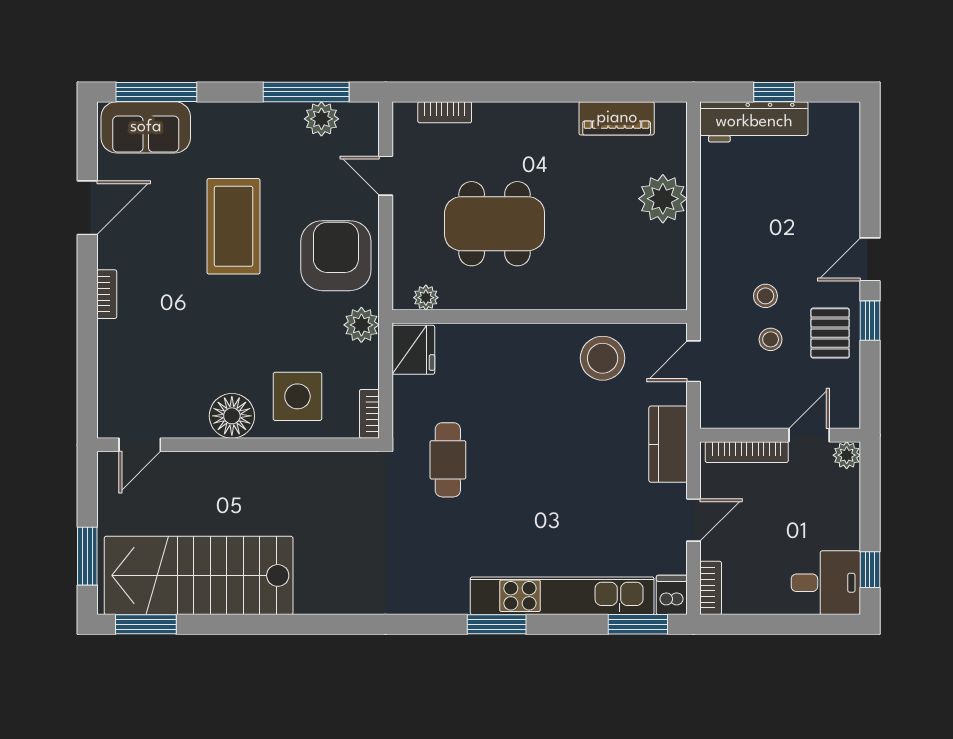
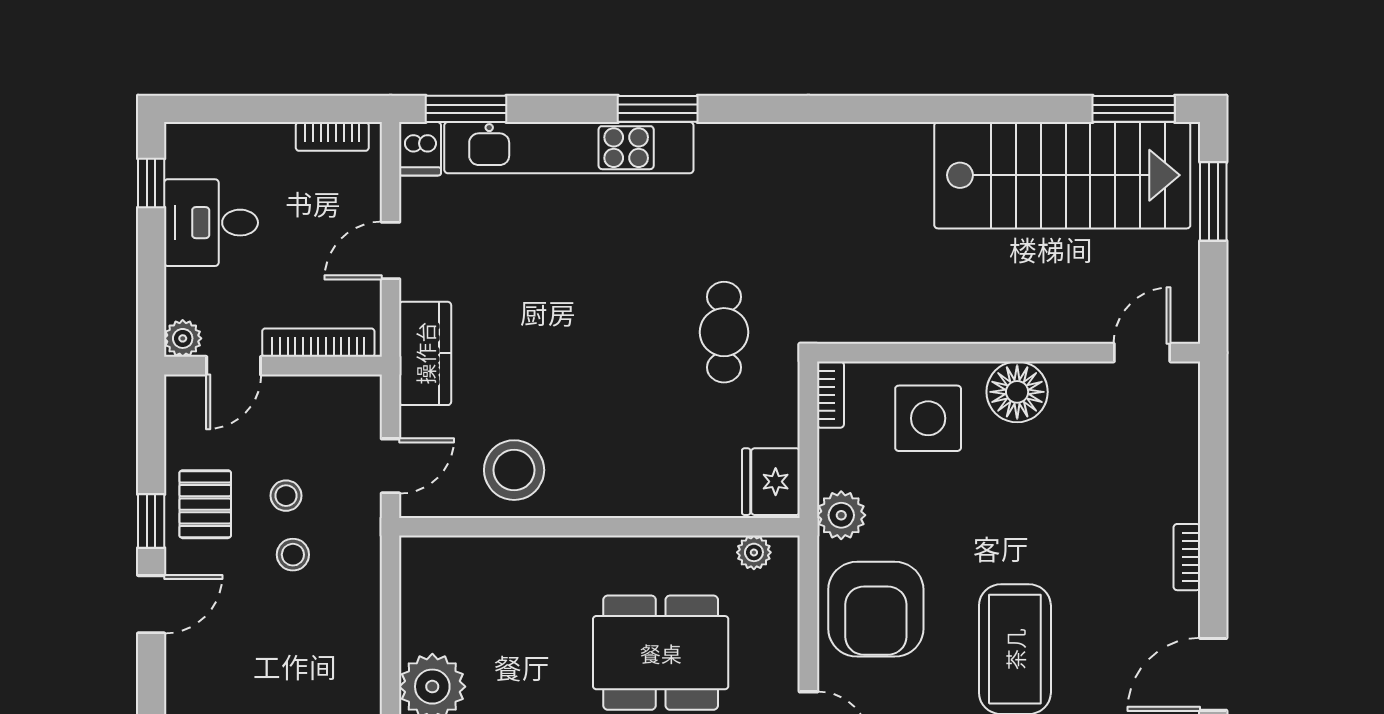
desk: (826, 583) -> (211, 223), moved
bookcase: (711, 588) -> (332, 136), moved, turned -90

